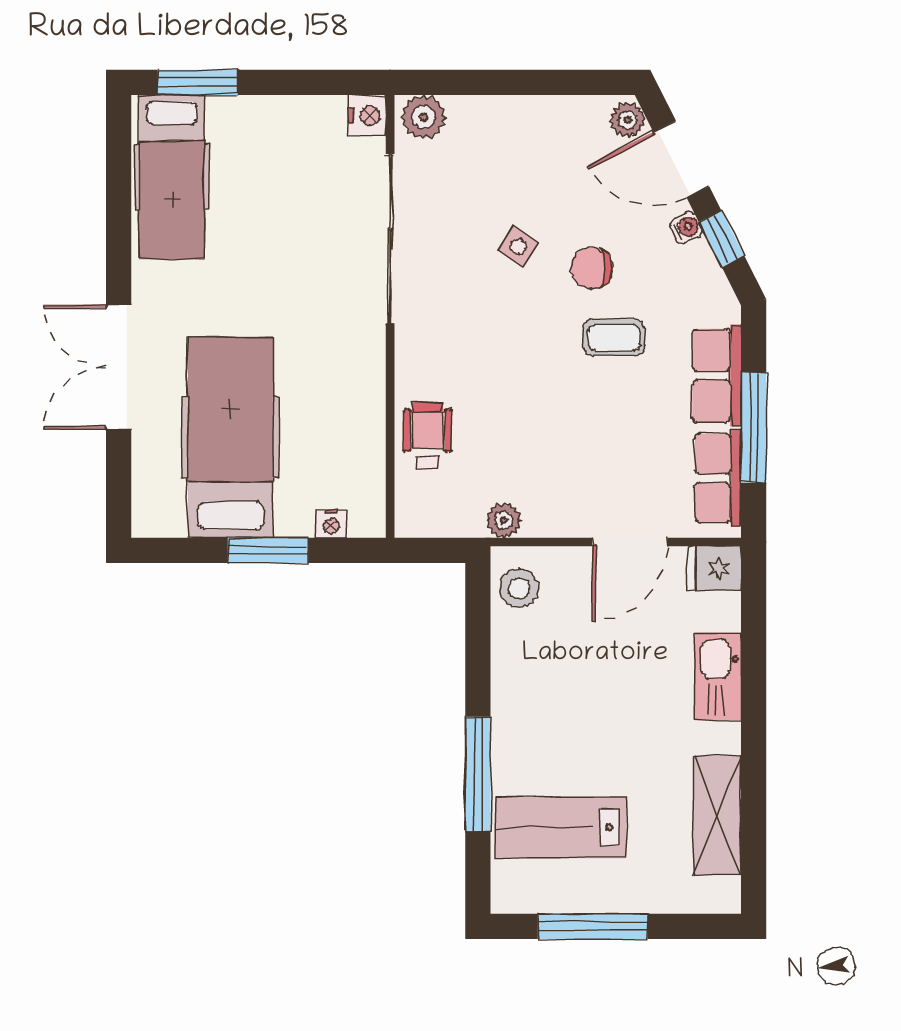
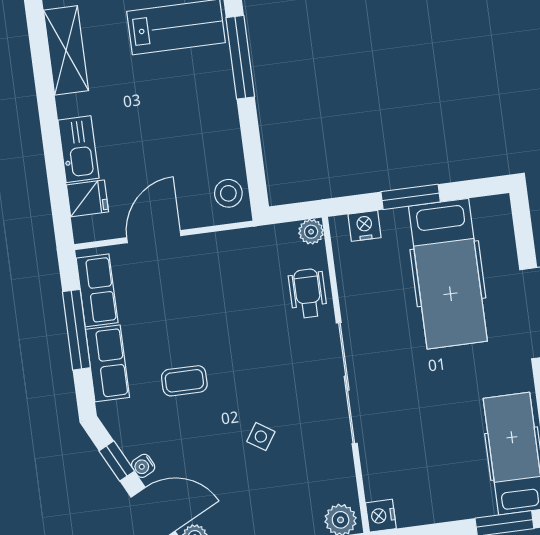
sliding door: (390, 239) -> (347, 383), moved
chair: (592, 268) -> (207, 428), removed
wheelchair: (428, 436) -> (308, 293), turned 180
plant: (504, 520) -> (311, 232), moved
nightstand: (331, 524) -> (365, 226), width x1.39, depth x1.35
fridge: (714, 569) -> (87, 198), moved

